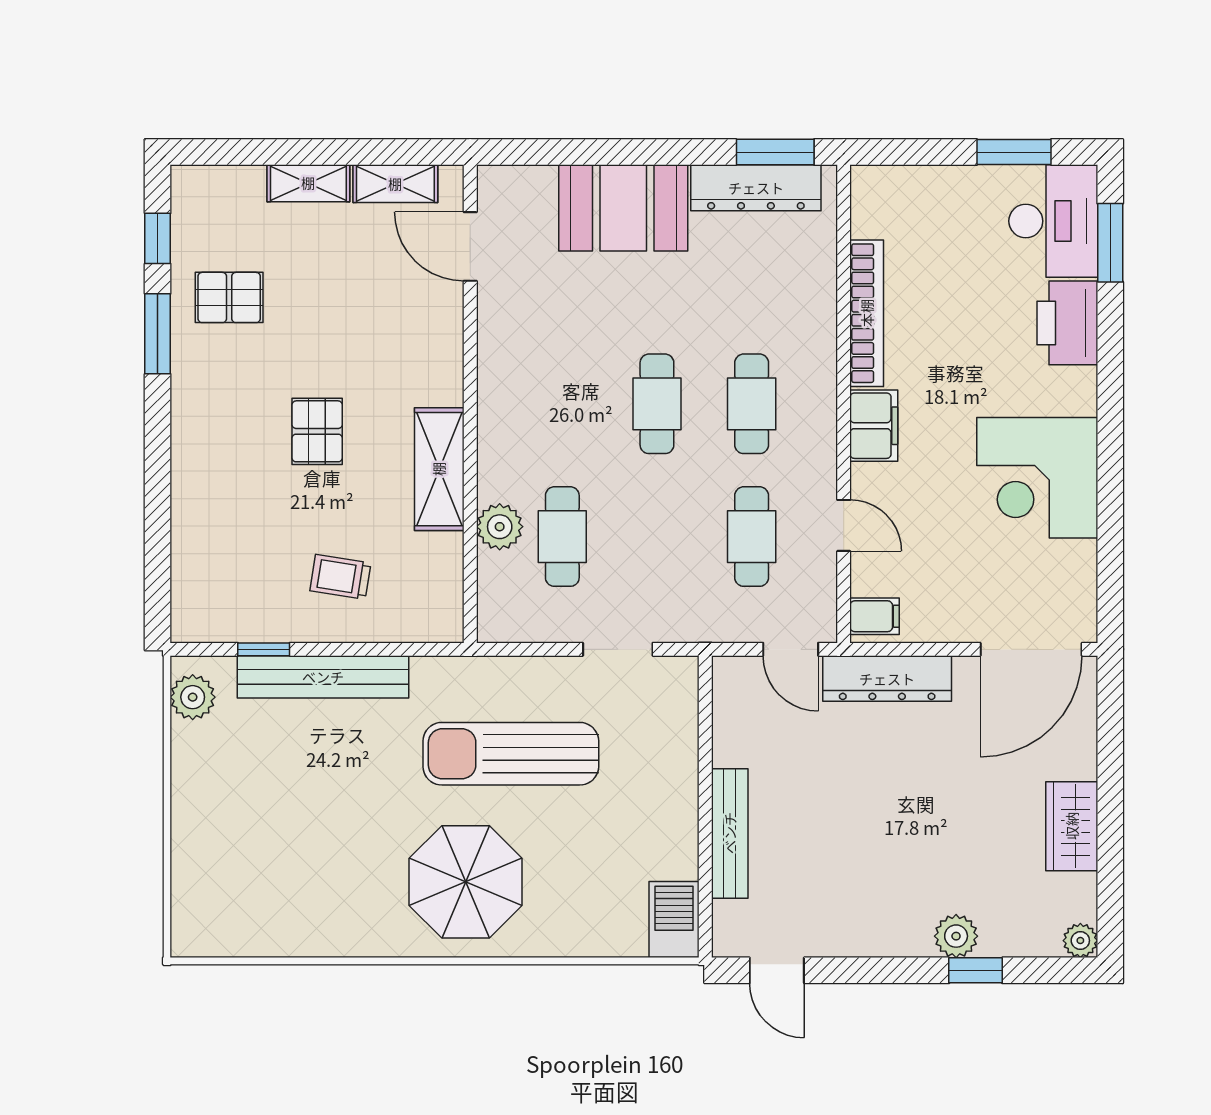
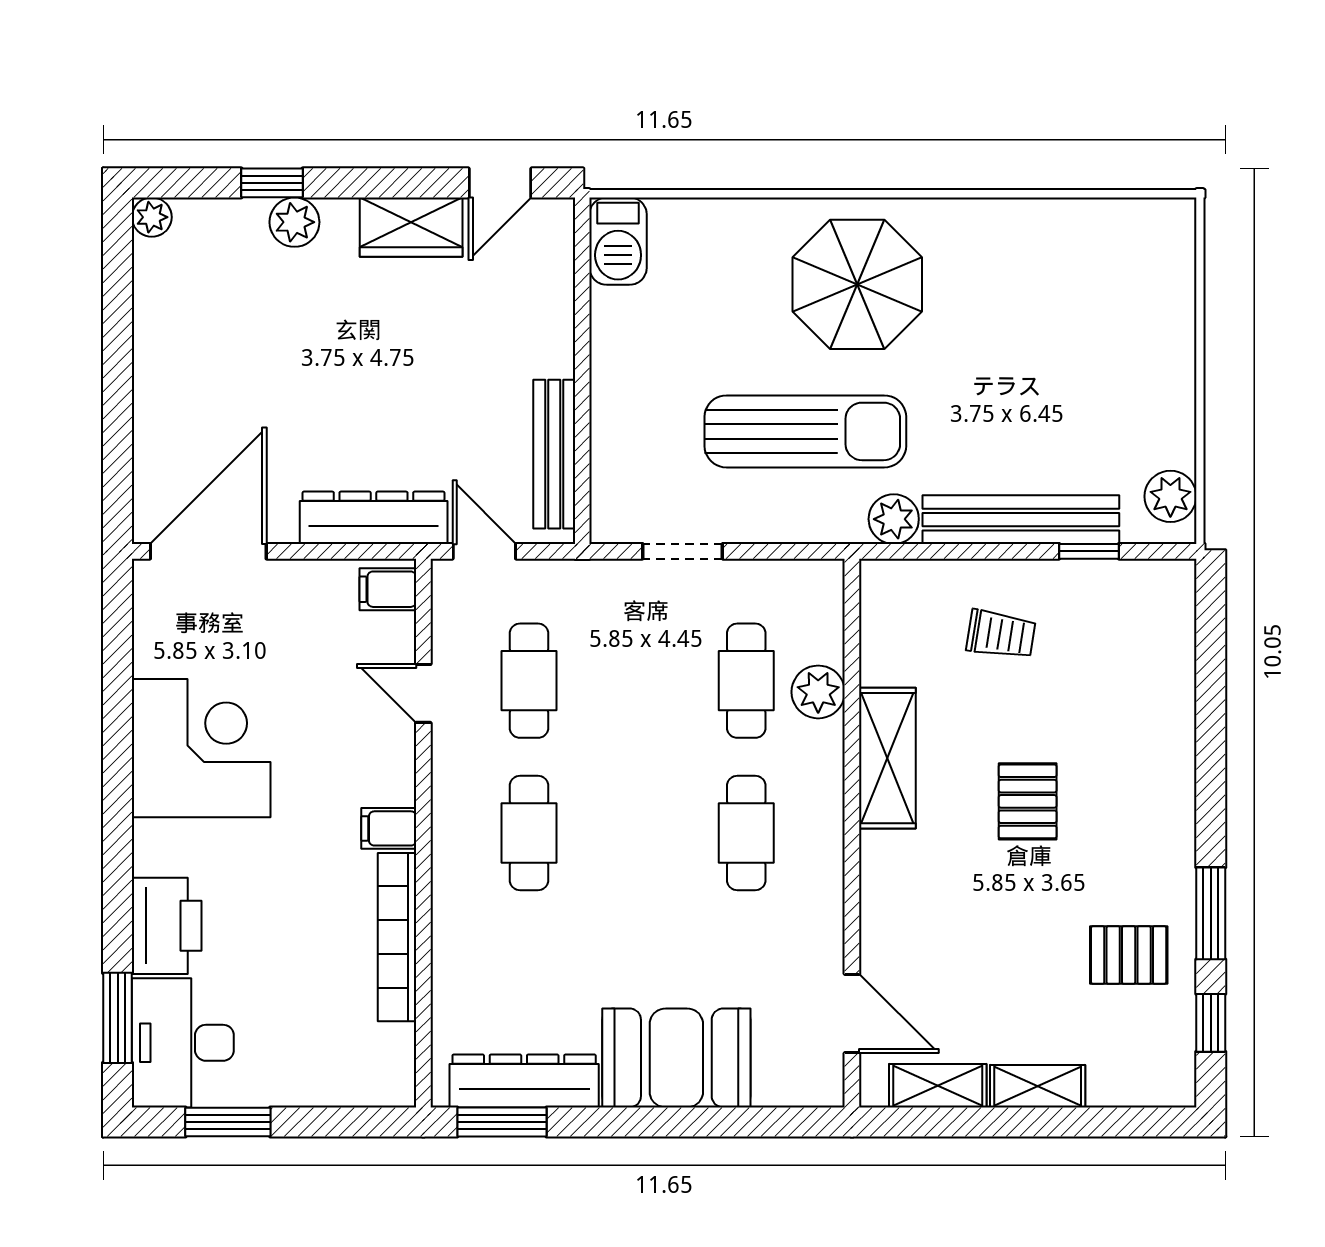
cafe table: (657, 404) -> (746, 833), moved
filing cabinet: (874, 426) -> (389, 828), width x0.50
plant: (434, 677) -> (894, 519), added
wardrobe: (1072, 826) -> (411, 227), moved, turned 90
bench: (730, 833) -> (554, 454), moved
door: (777, 970) -> (500, 183), swing flipped

